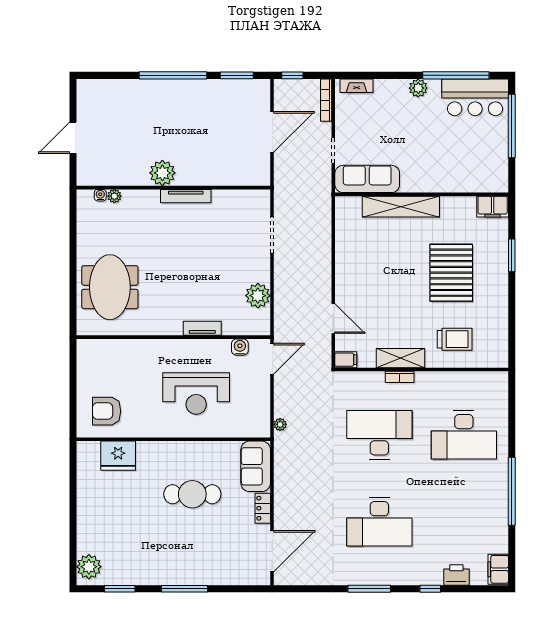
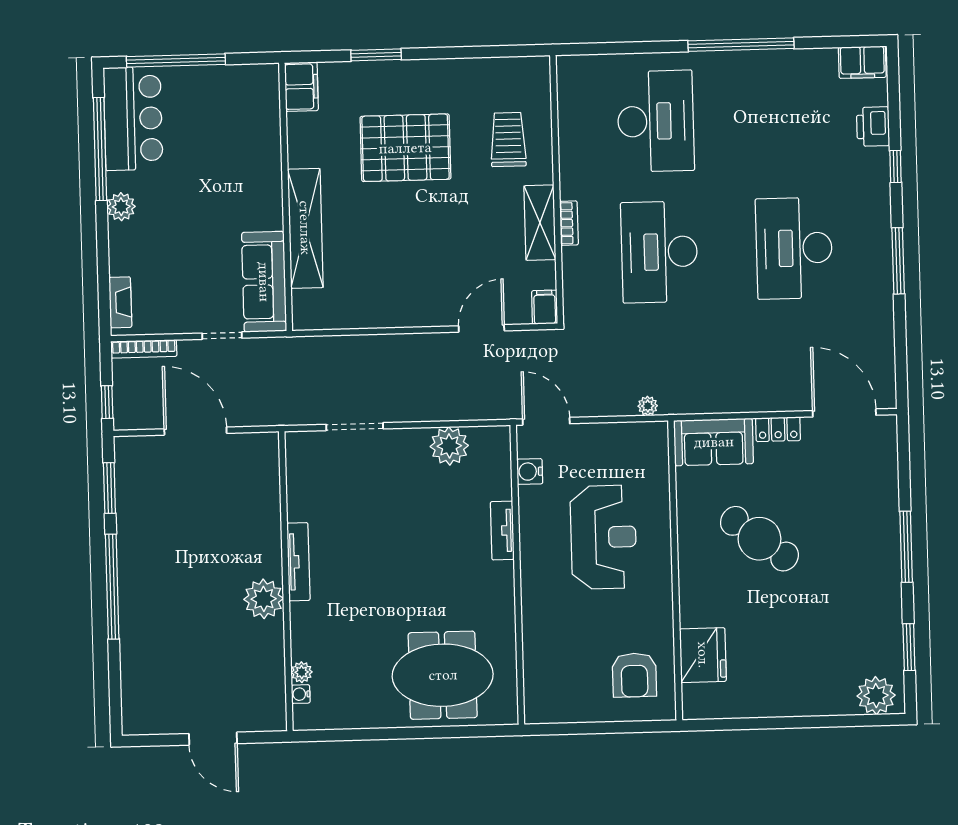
cafe table: (192, 494) -> (759, 539), turned -53
desk: (379, 522) -> (794, 248), turned 180

